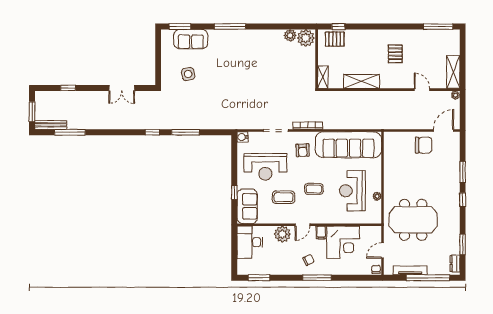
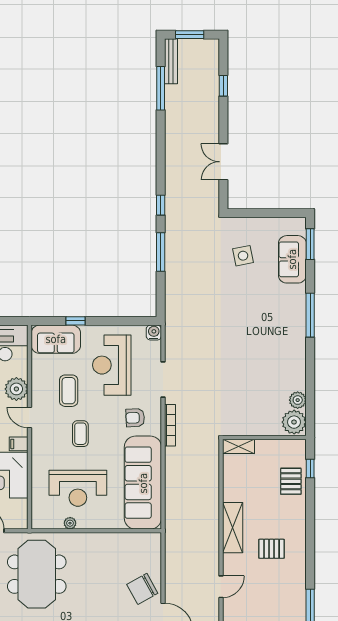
pallet: (335, 39) -> (291, 481), moved
shelving: (361, 81) -> (233, 528), moved
chair: (424, 145) -> (142, 589), turned 61
reception desk: (352, 191) -> (78, 488), turned 180

